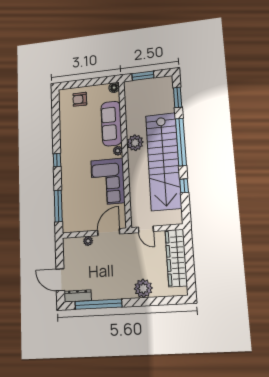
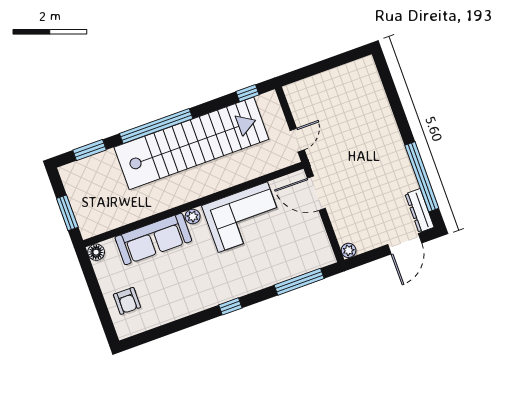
plant: (135, 143) -> (174, 194), removed
window: (184, 186) -> (248, 93), moved
plant: (88, 241) -> (349, 250), moved
wardrobe: (176, 258) -> (325, 85), removed
plant: (143, 288) -> (381, 119), removed

